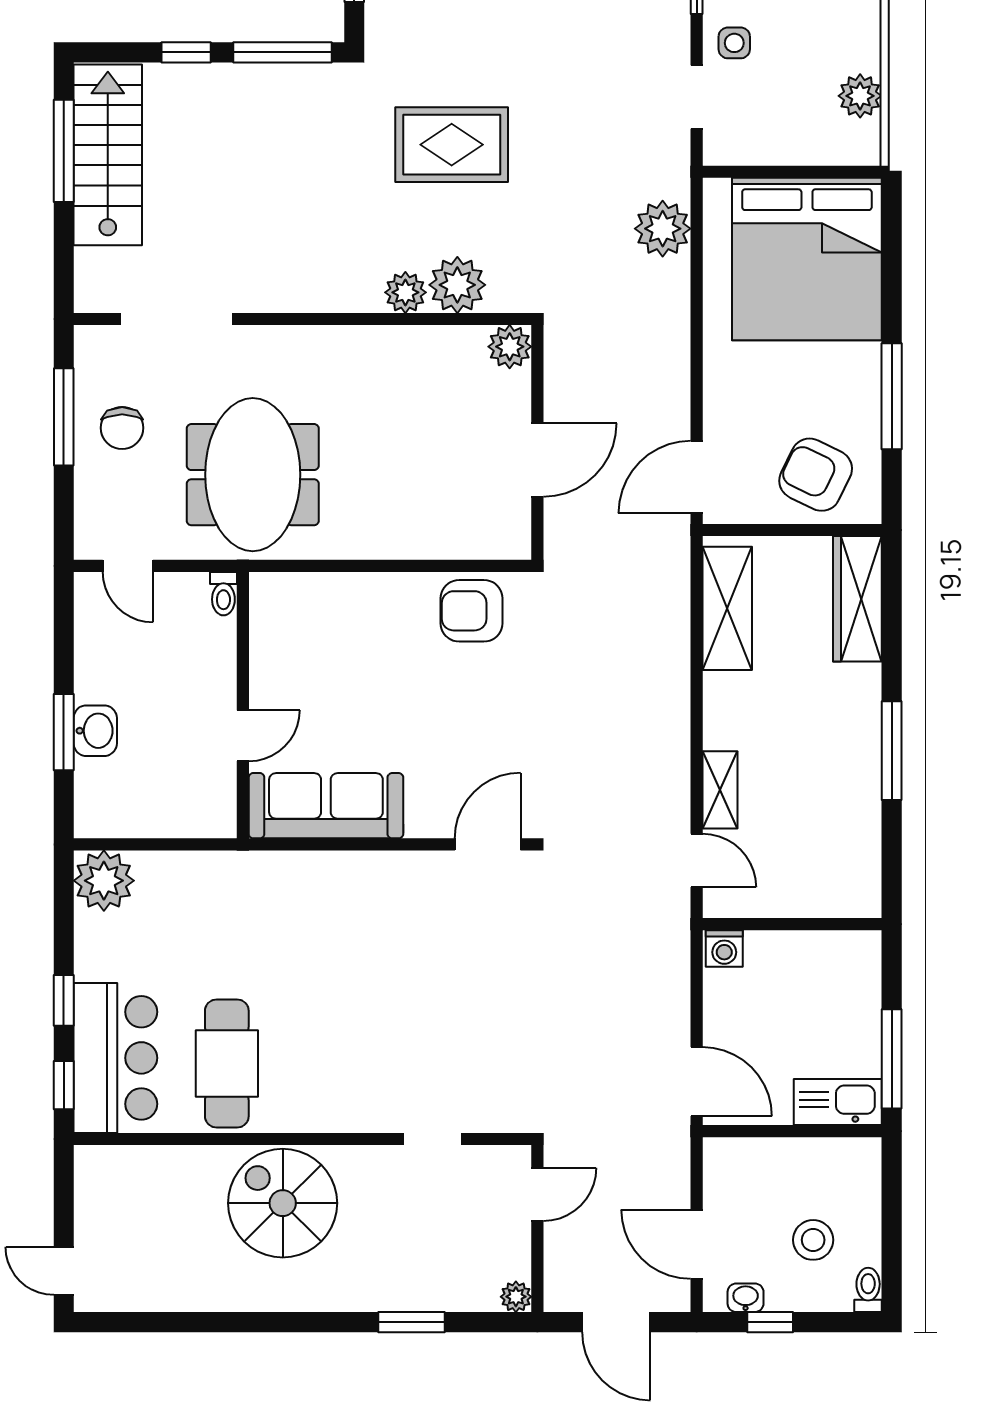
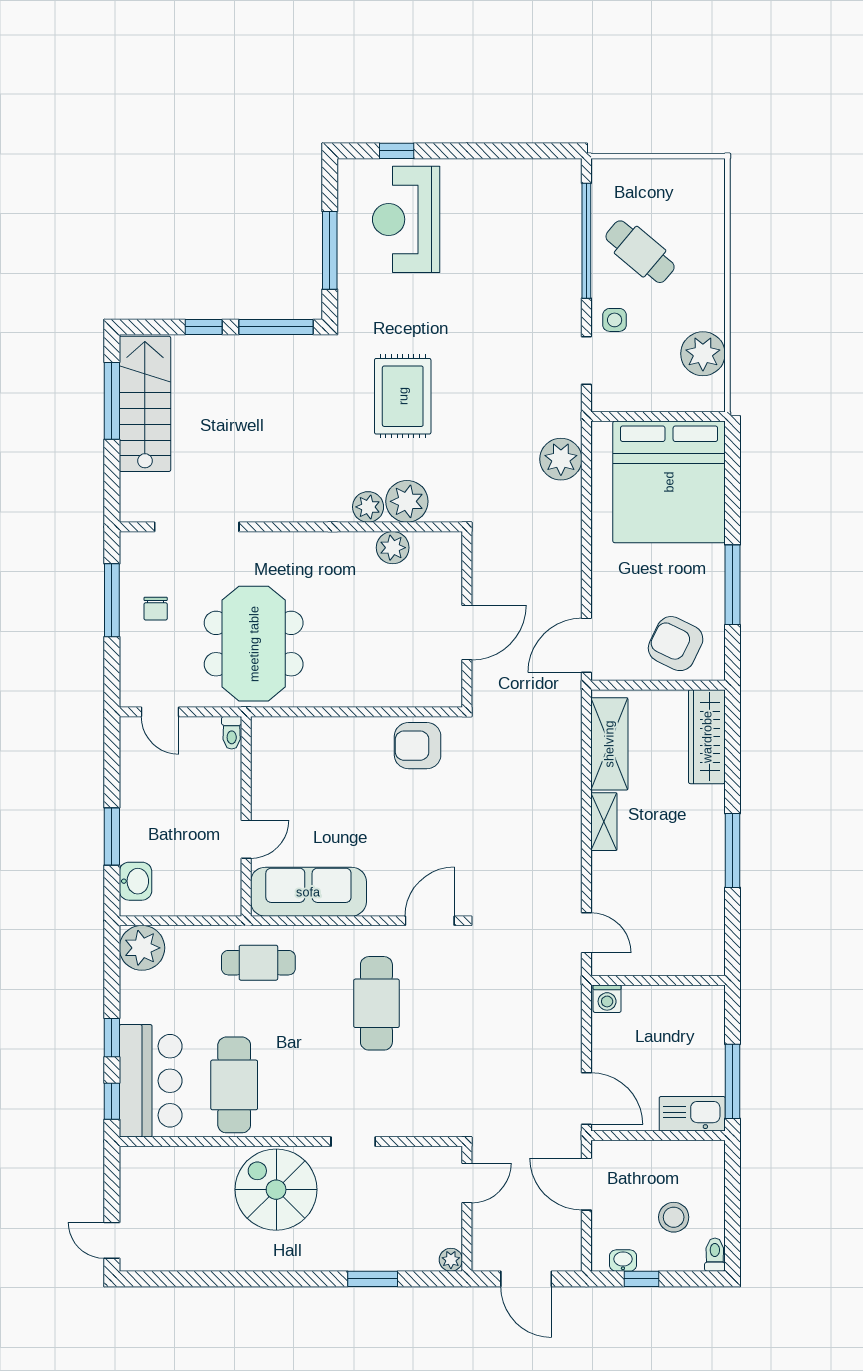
plant: (860, 96) -> (703, 354), width x1.36, depth x1.36
rug: (452, 145) -> (403, 396), turned 90
plant: (510, 347) -> (393, 548), moved
chair: (122, 428) -> (156, 609), width x0.73, depth x0.73
washbasin: (95, 731) -> (136, 881), moved
shelving: (720, 790) -> (604, 822), moved
cafe table: (259, 900) -> (258, 963), added
cafe table: (417, 955) -> (376, 1003), added
doorway: (433, 1139) -> (353, 1142), moved
door: (697, 1244) -> (586, 1184), moved

